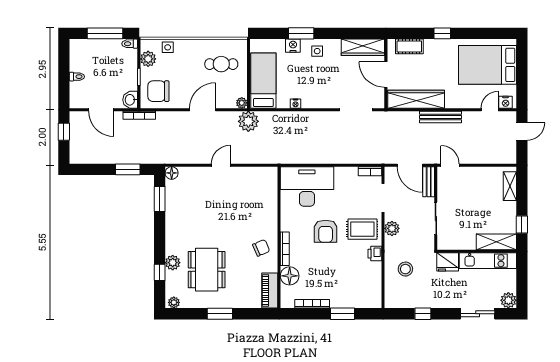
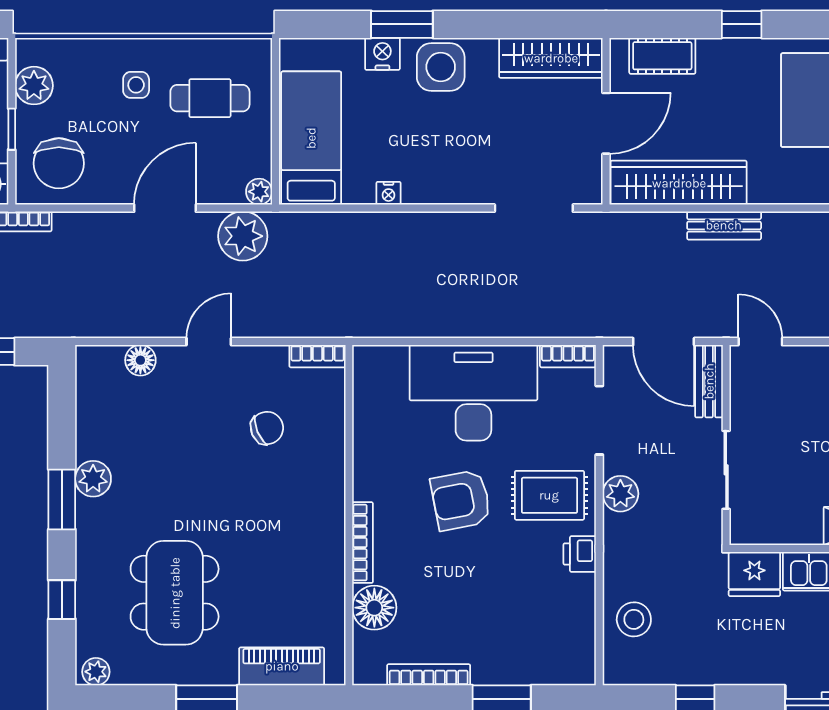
side table: (168, 47) -> (136, 85), moved
side table: (317, 51) -> (441, 67), width x1.87, depth x1.87
door: (386, 75) -> (606, 123), swing flipped
chair: (158, 91) -> (59, 163), turned -90
bench: (441, 117) -> (724, 225), width x0.73
plant: (248, 121) -> (243, 236), moved
bookcase: (266, 171) -> (317, 356), added
floor lamp: (172, 173) -> (140, 360), moved
desk: (307, 187) -> (473, 393), moved
window: (160, 199) -> (62, 499), moved
armchair: (326, 231) -> (461, 500), turned 79
chair: (261, 248) -> (267, 428), moved
plant: (173, 263) -> (93, 479), moved
stool: (405, 269) -> (634, 619), moved
piano: (270, 291) -> (282, 666), moved, turned 90

